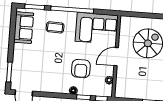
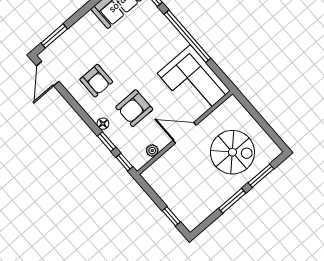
coffee table: (55, 27) -> (150, 37), removed
armchair: (50, 73) -> (96, 81), added

